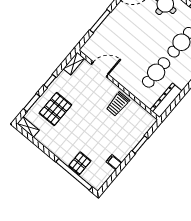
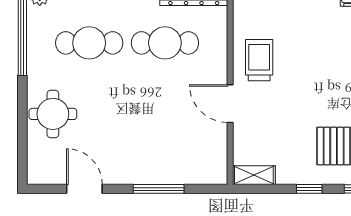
door: (100, 69) -> (230, 104), moved
trolley: (118, 104) -> (259, 60), turned -90

